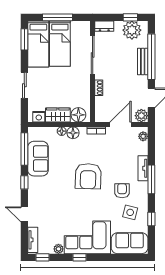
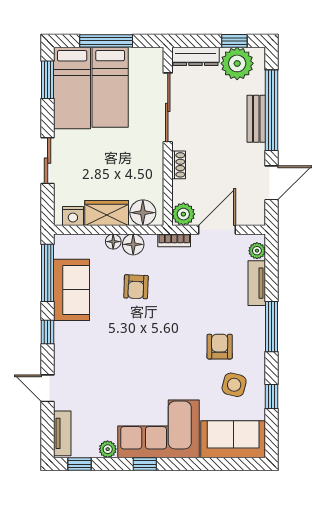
dresser: (104, 26) -> (196, 56), width x1.44
plant: (141, 116) -> (183, 214), moved
tv unit: (143, 168) -> (257, 283), moved
armchair: (88, 176) -> (136, 287), moved, width x0.53, depth x0.53

